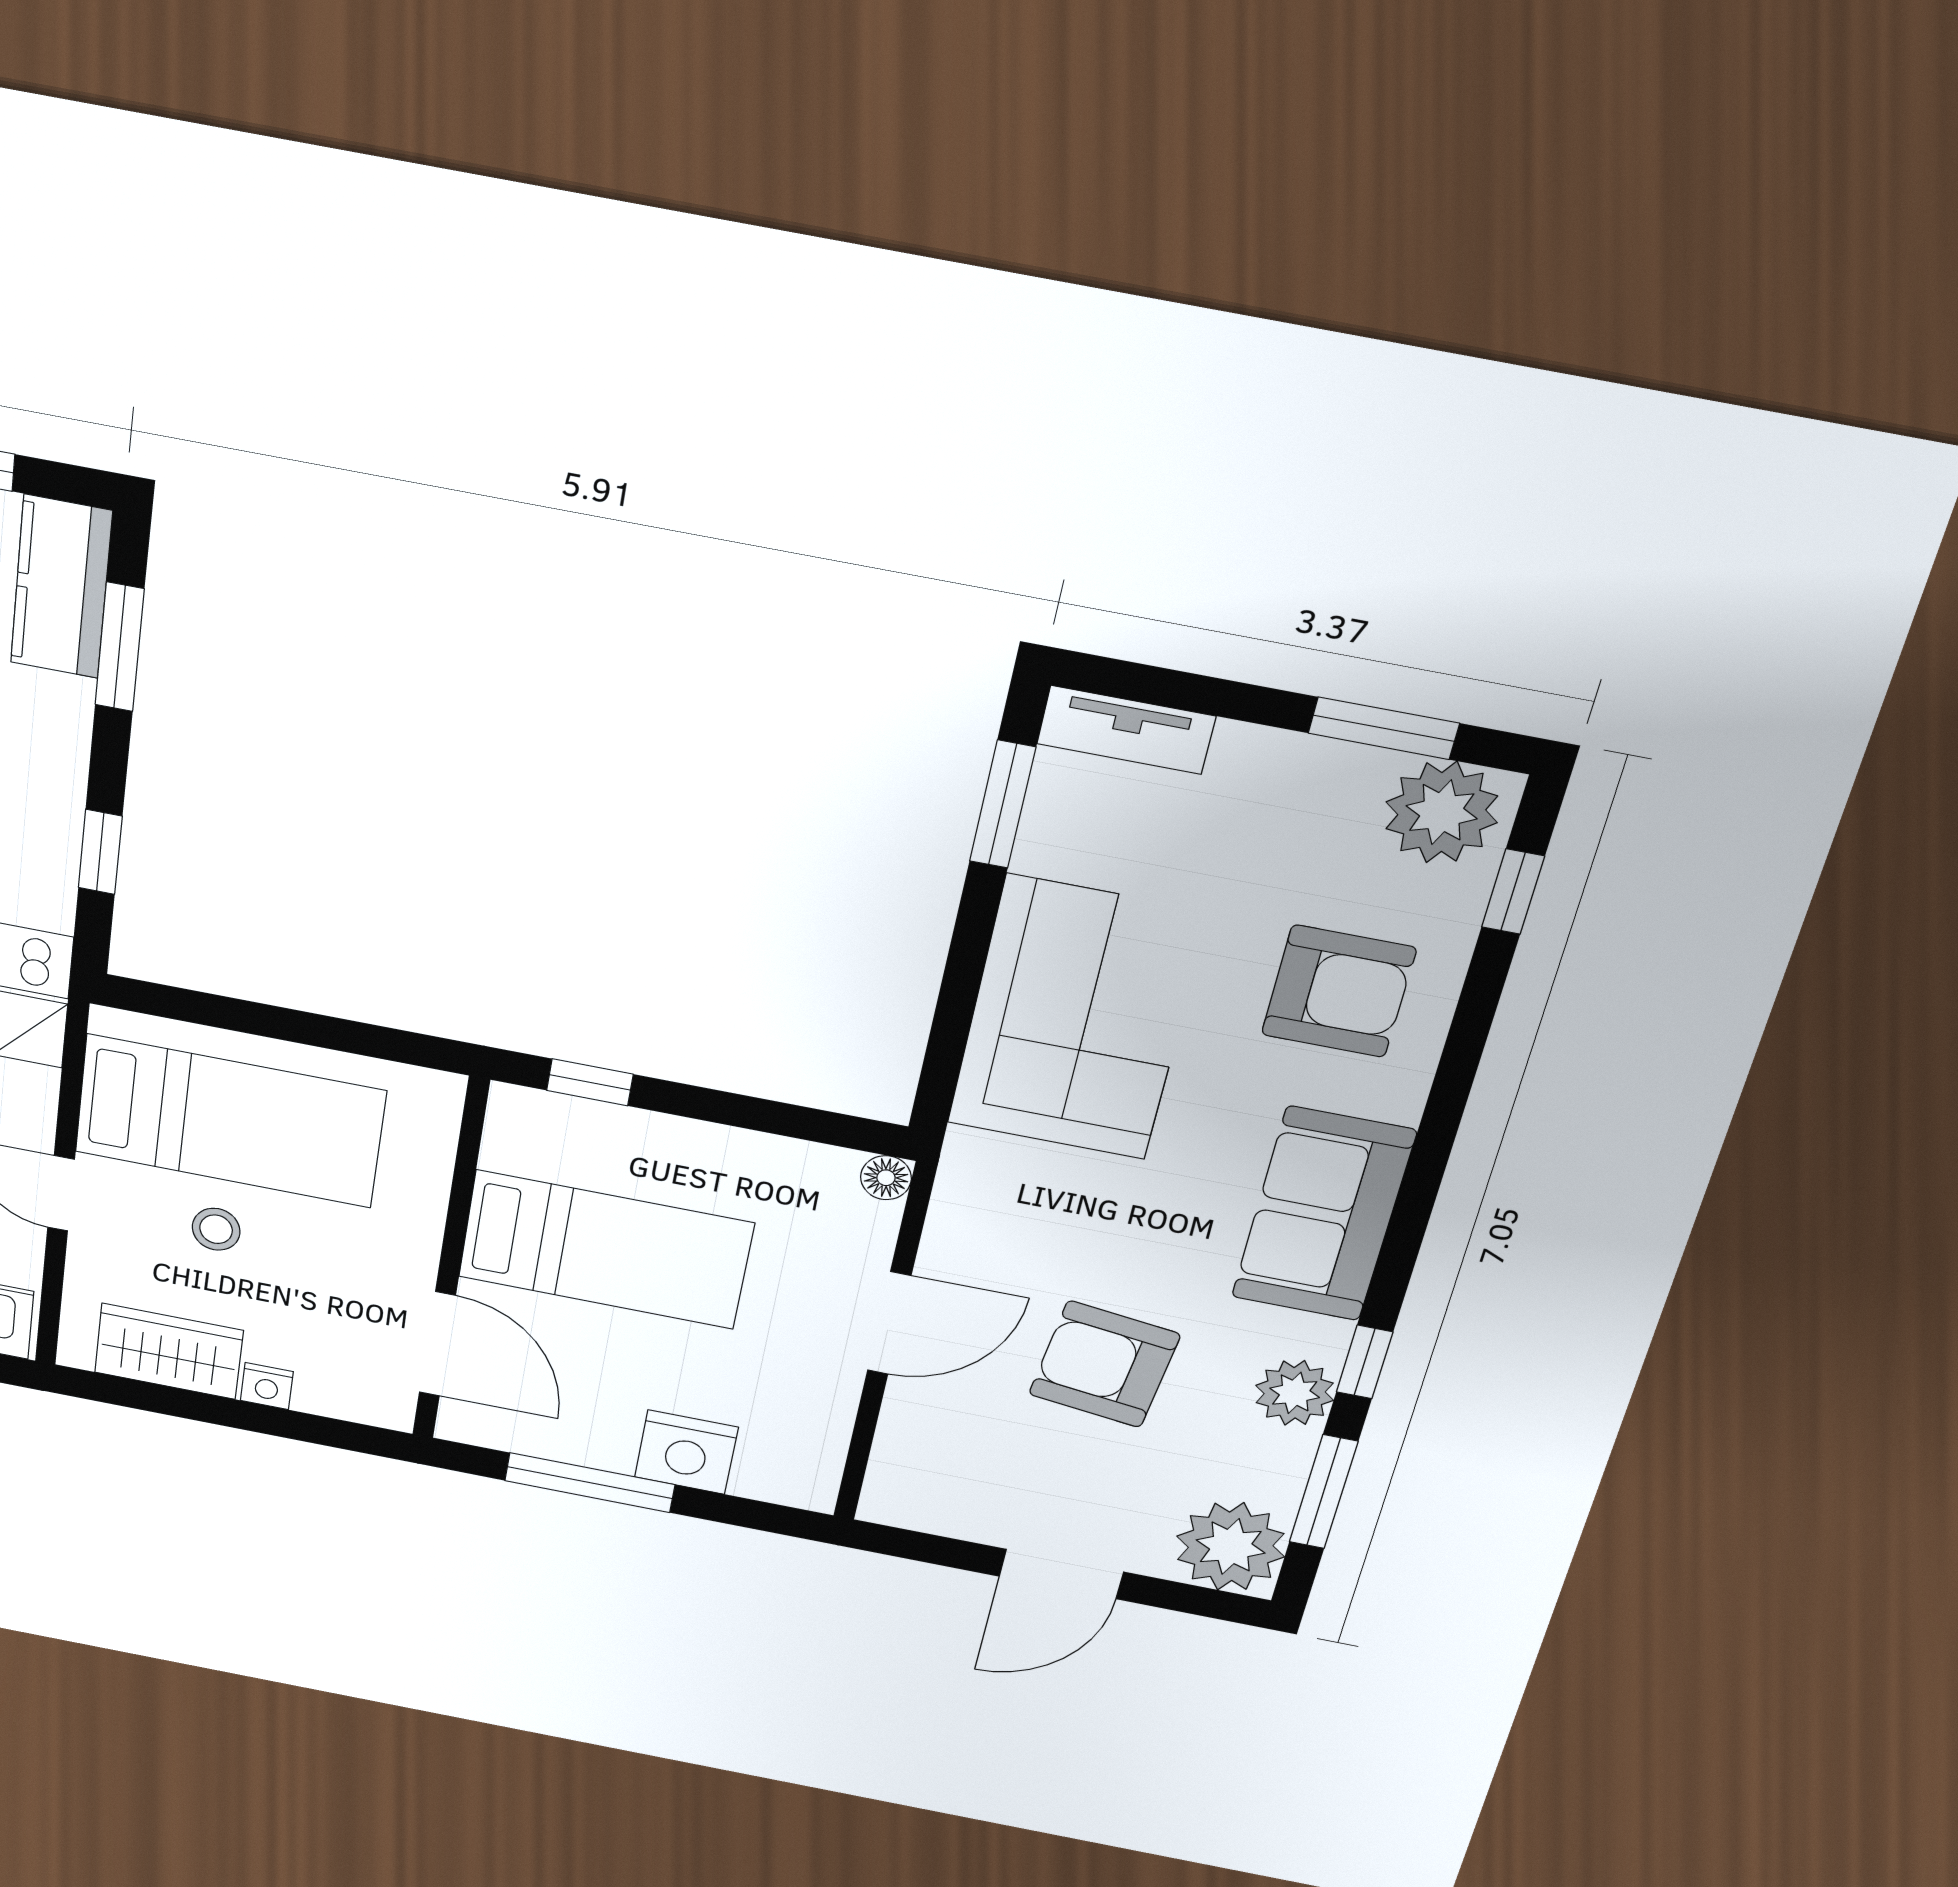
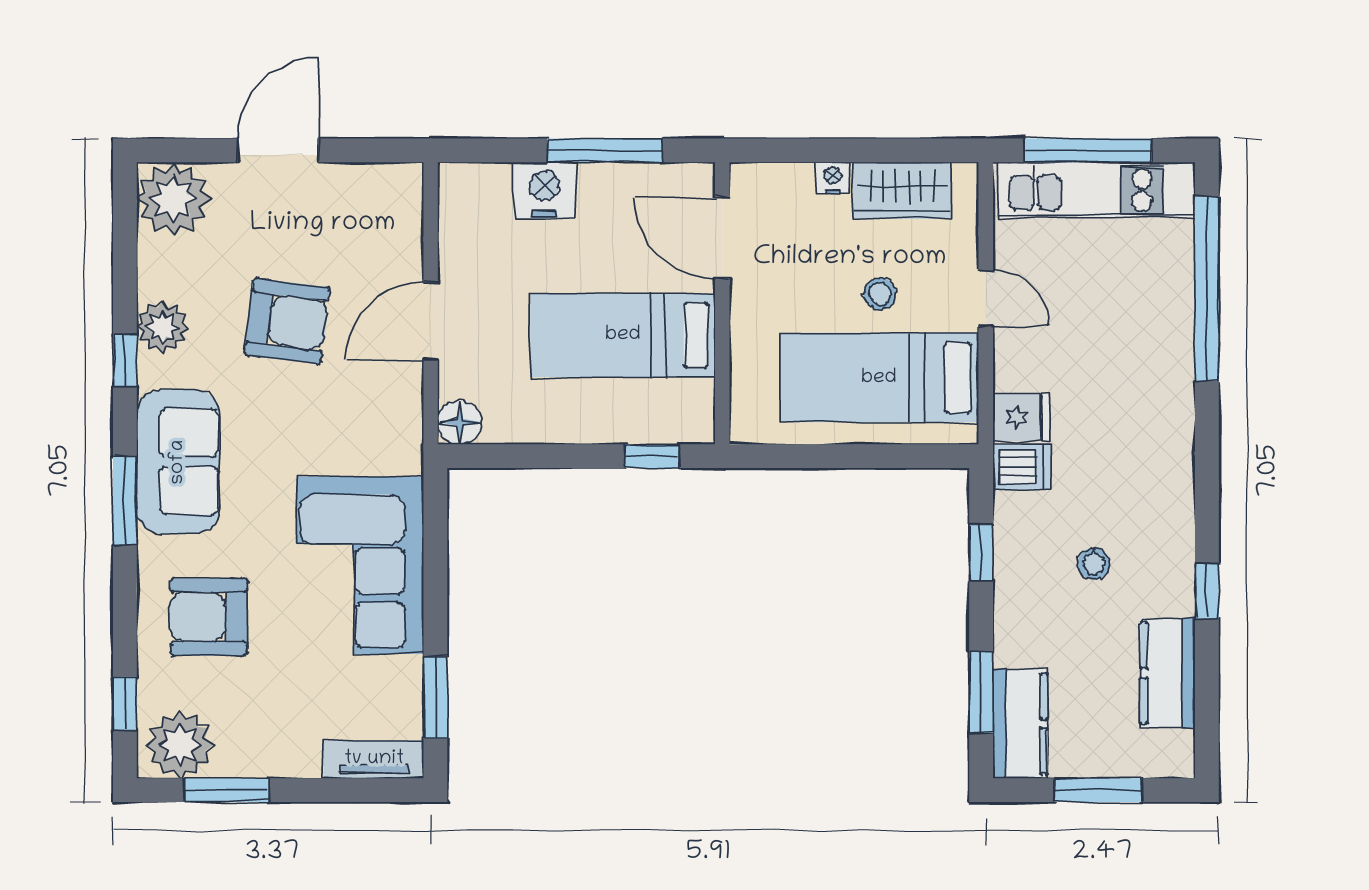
floor lamp: (886, 1178) -> (460, 422), width x1.37, depth x1.37
window: (1324, 1492) -> (125, 501), moved

